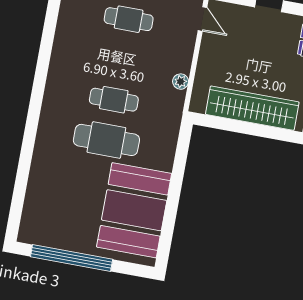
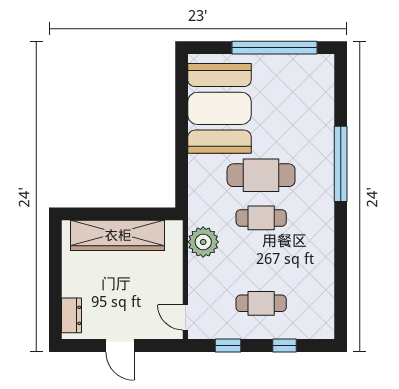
plant: (181, 82) -> (203, 242), width x1.88, depth x1.88
window: (29, 137) -> (341, 164), added

